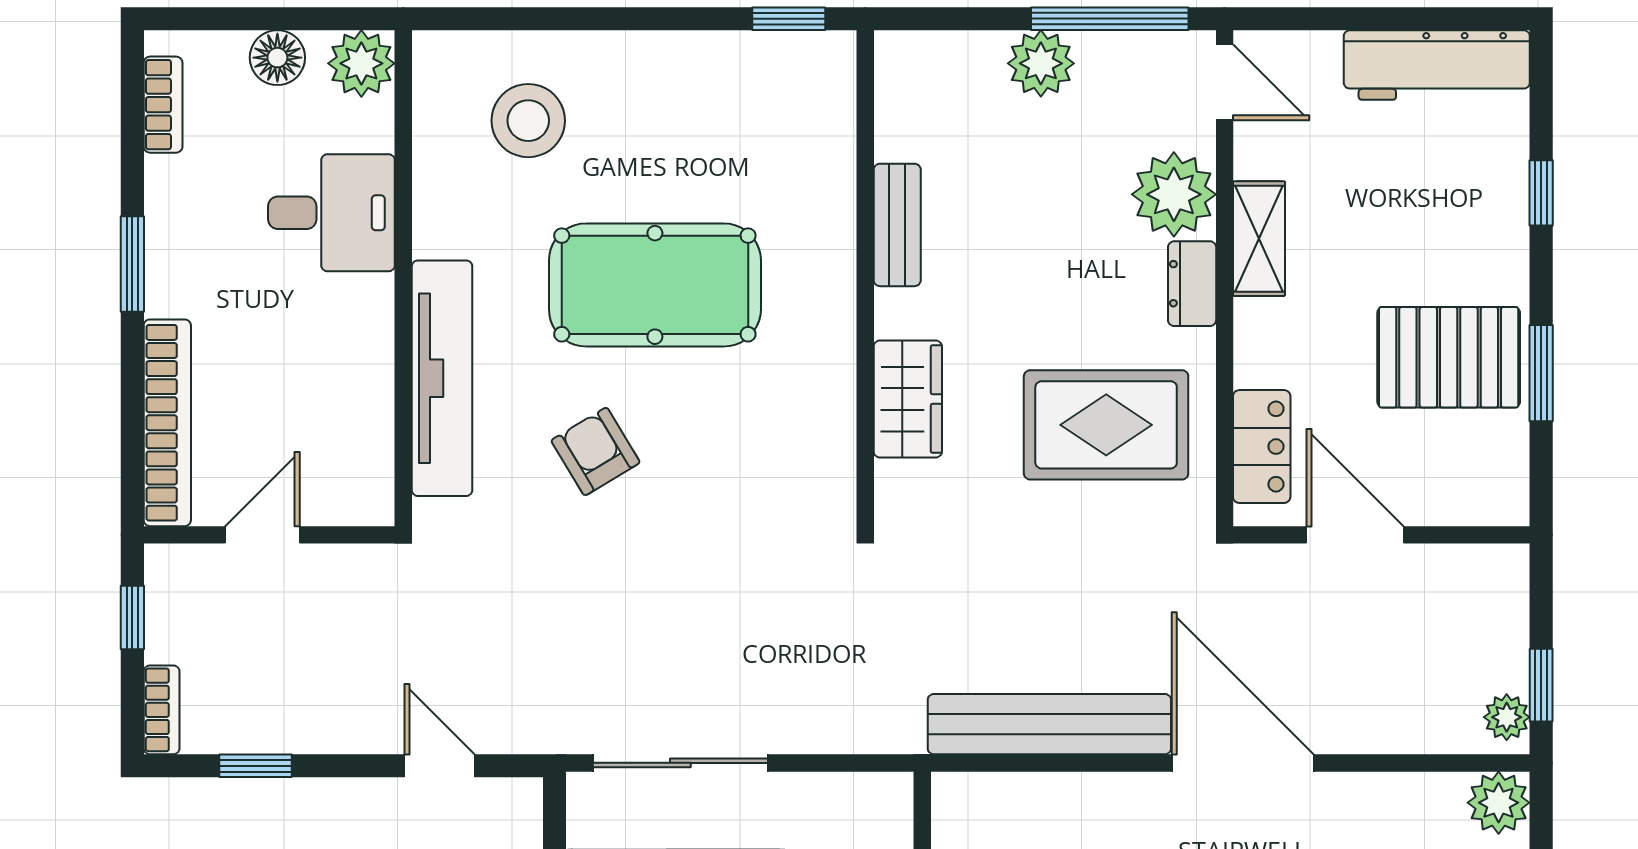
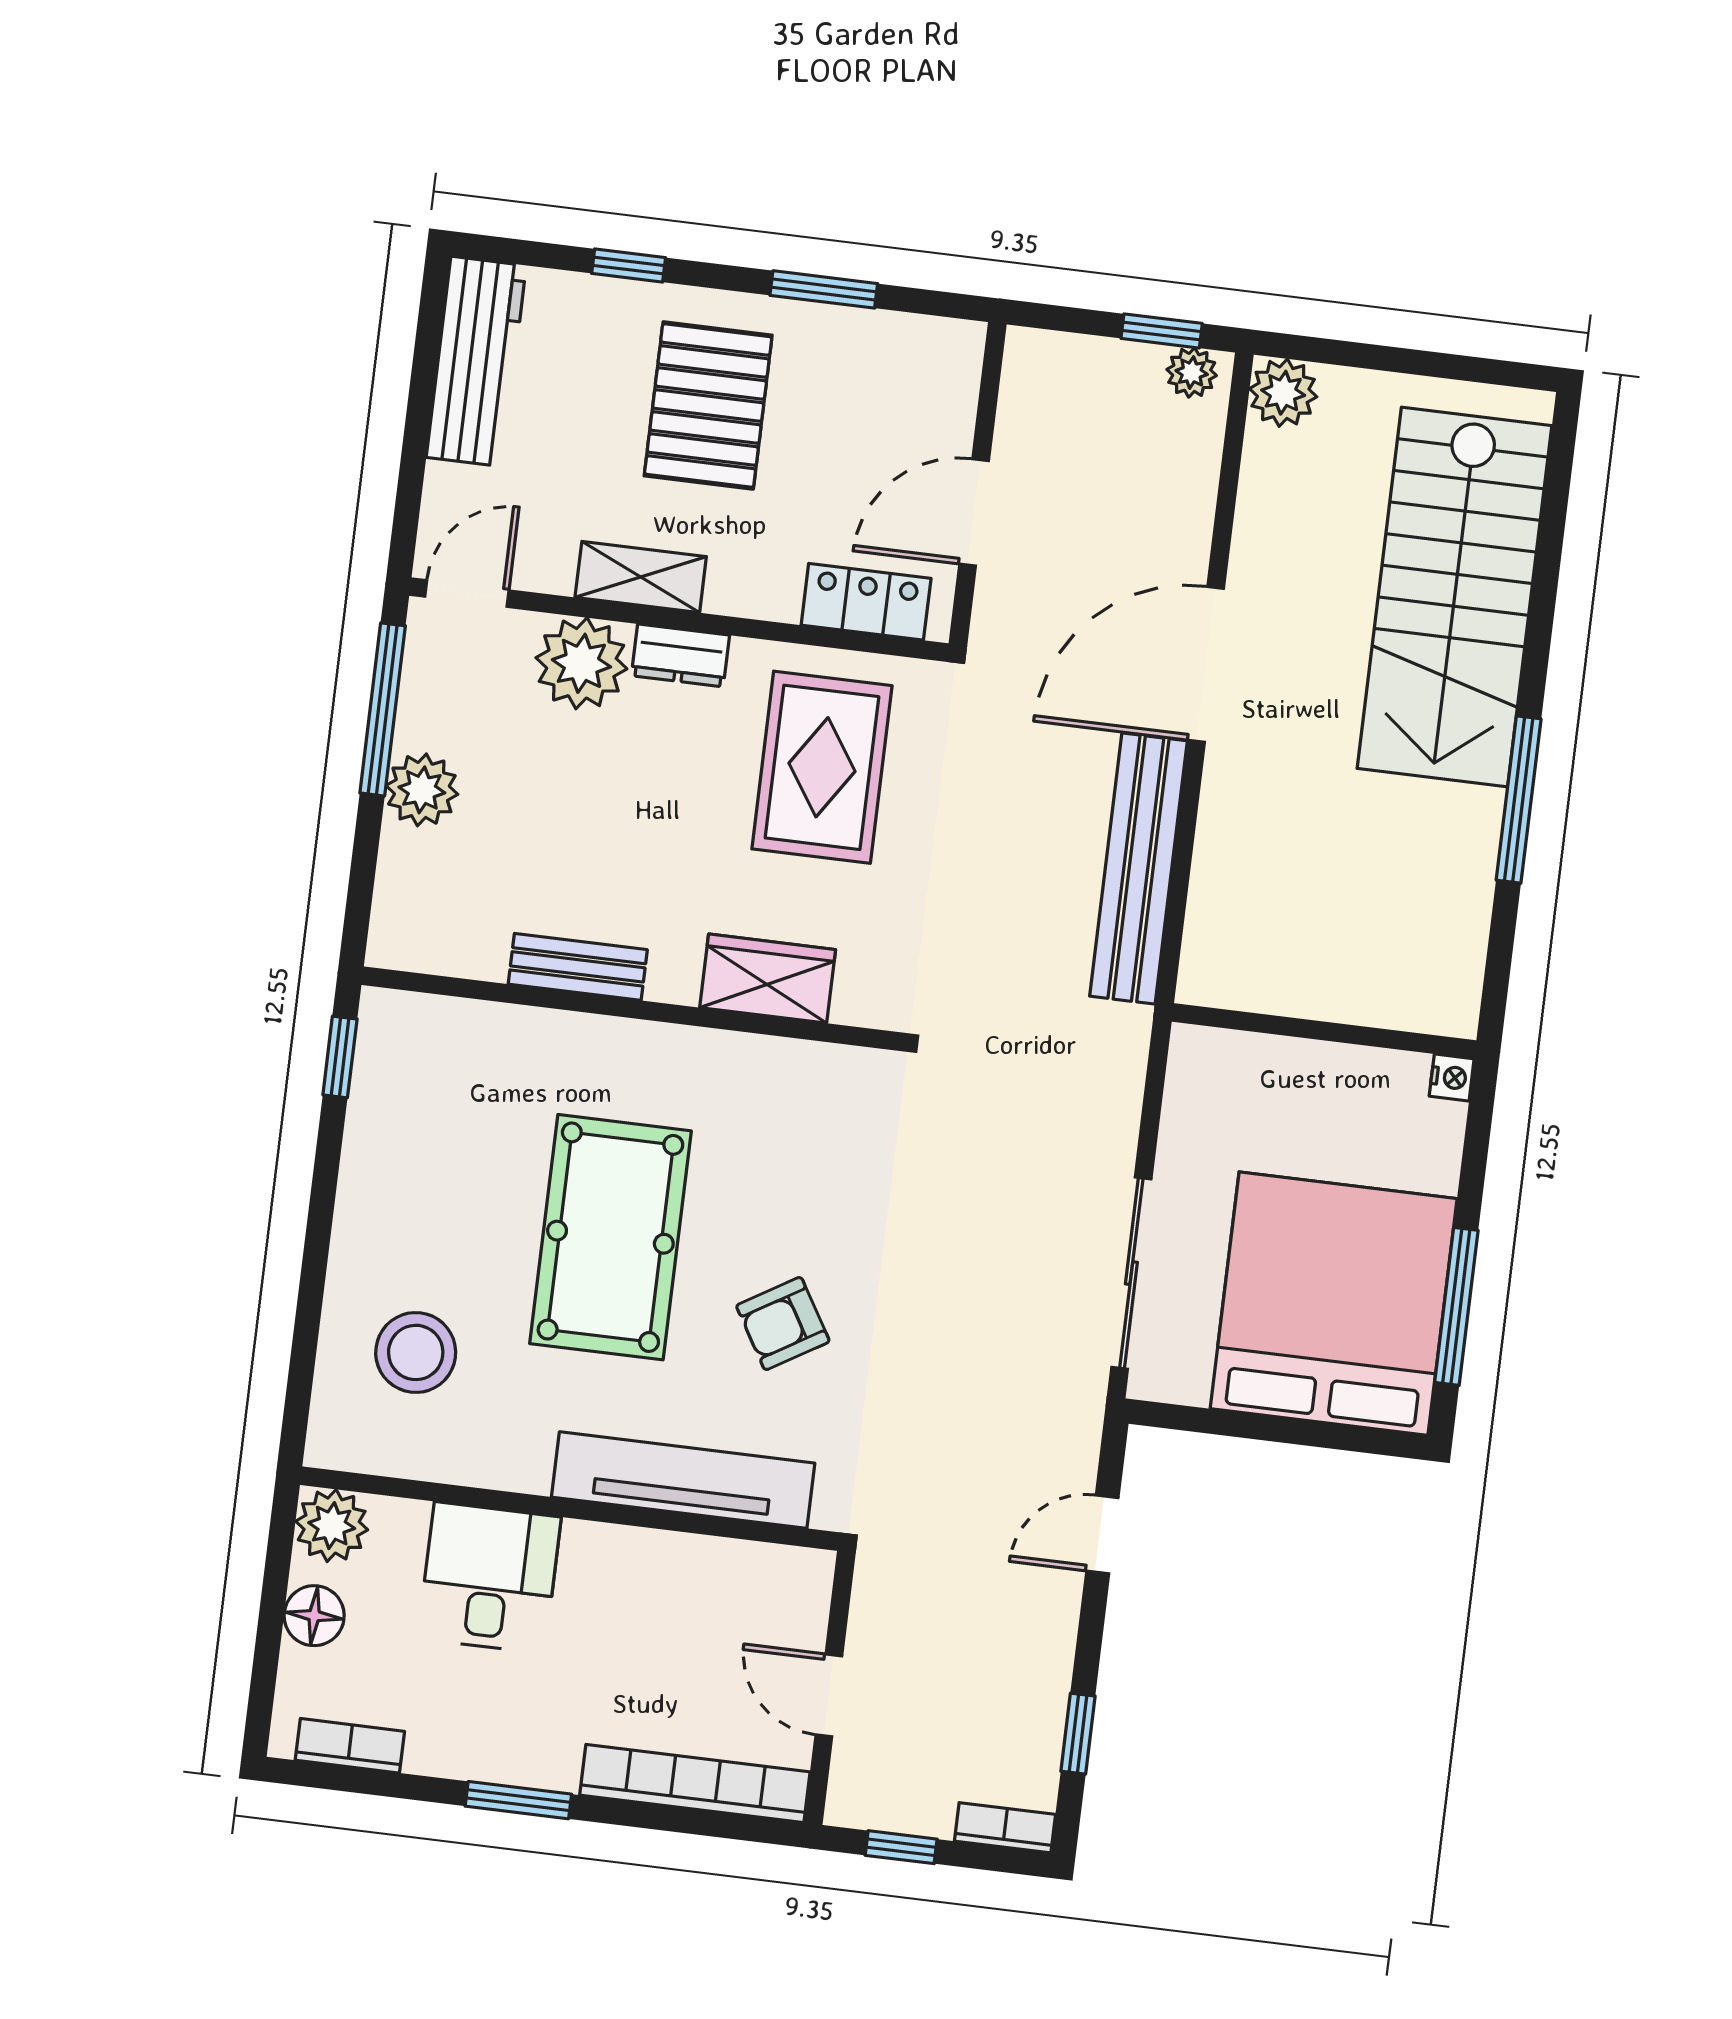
pallet: (1449, 357) -> (708, 405), moved

